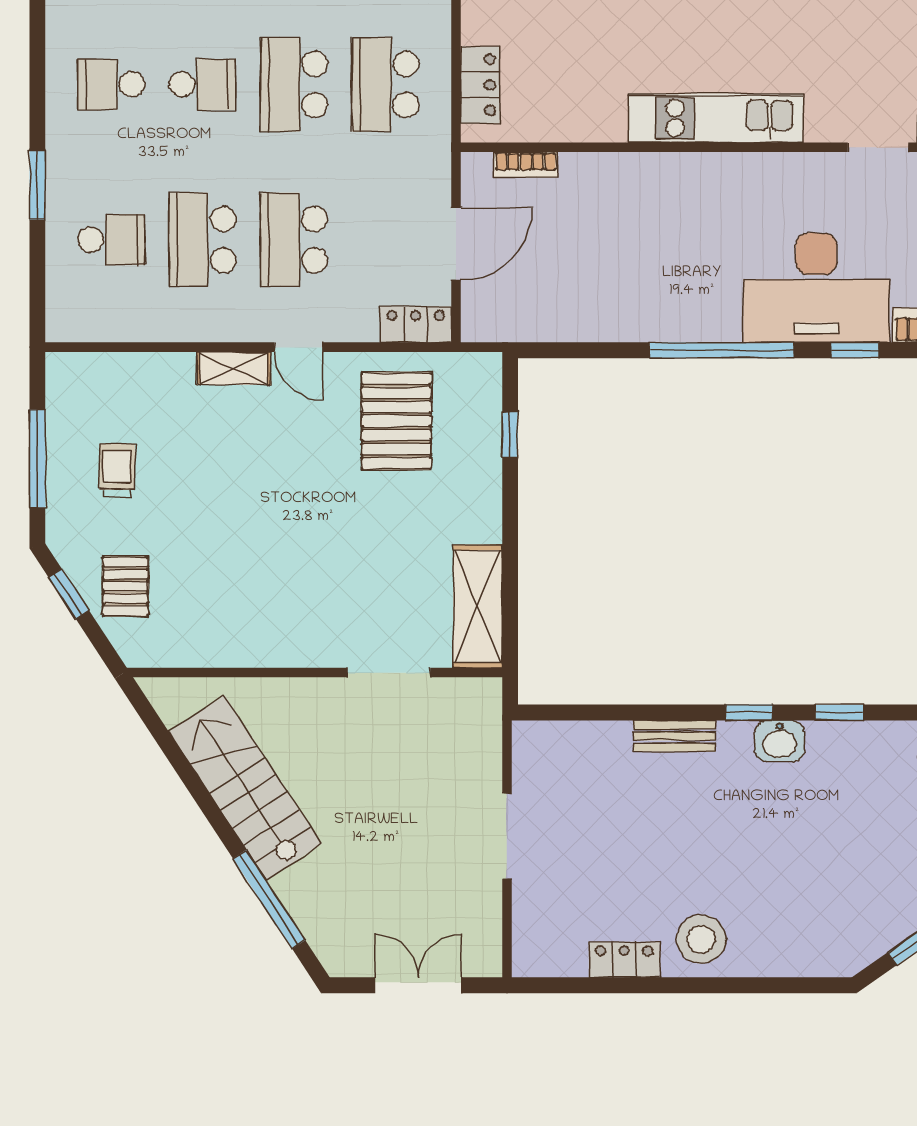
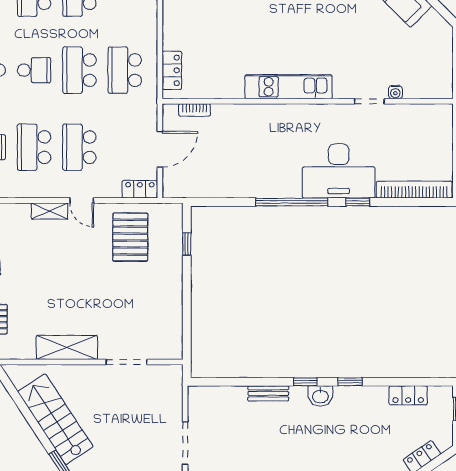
shelving: (478, 606) -> (67, 347), moved, turned 90

